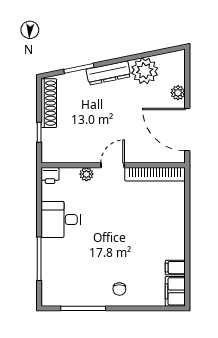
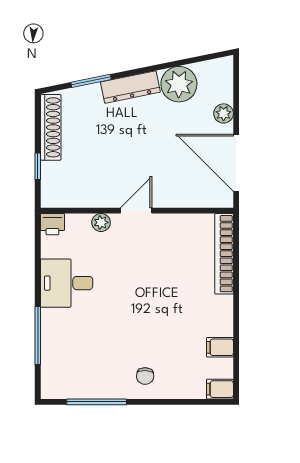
bookcase: (155, 174) -> (224, 254), moved, turned 90
filing cabinet: (175, 291) -> (220, 389), width x0.50

